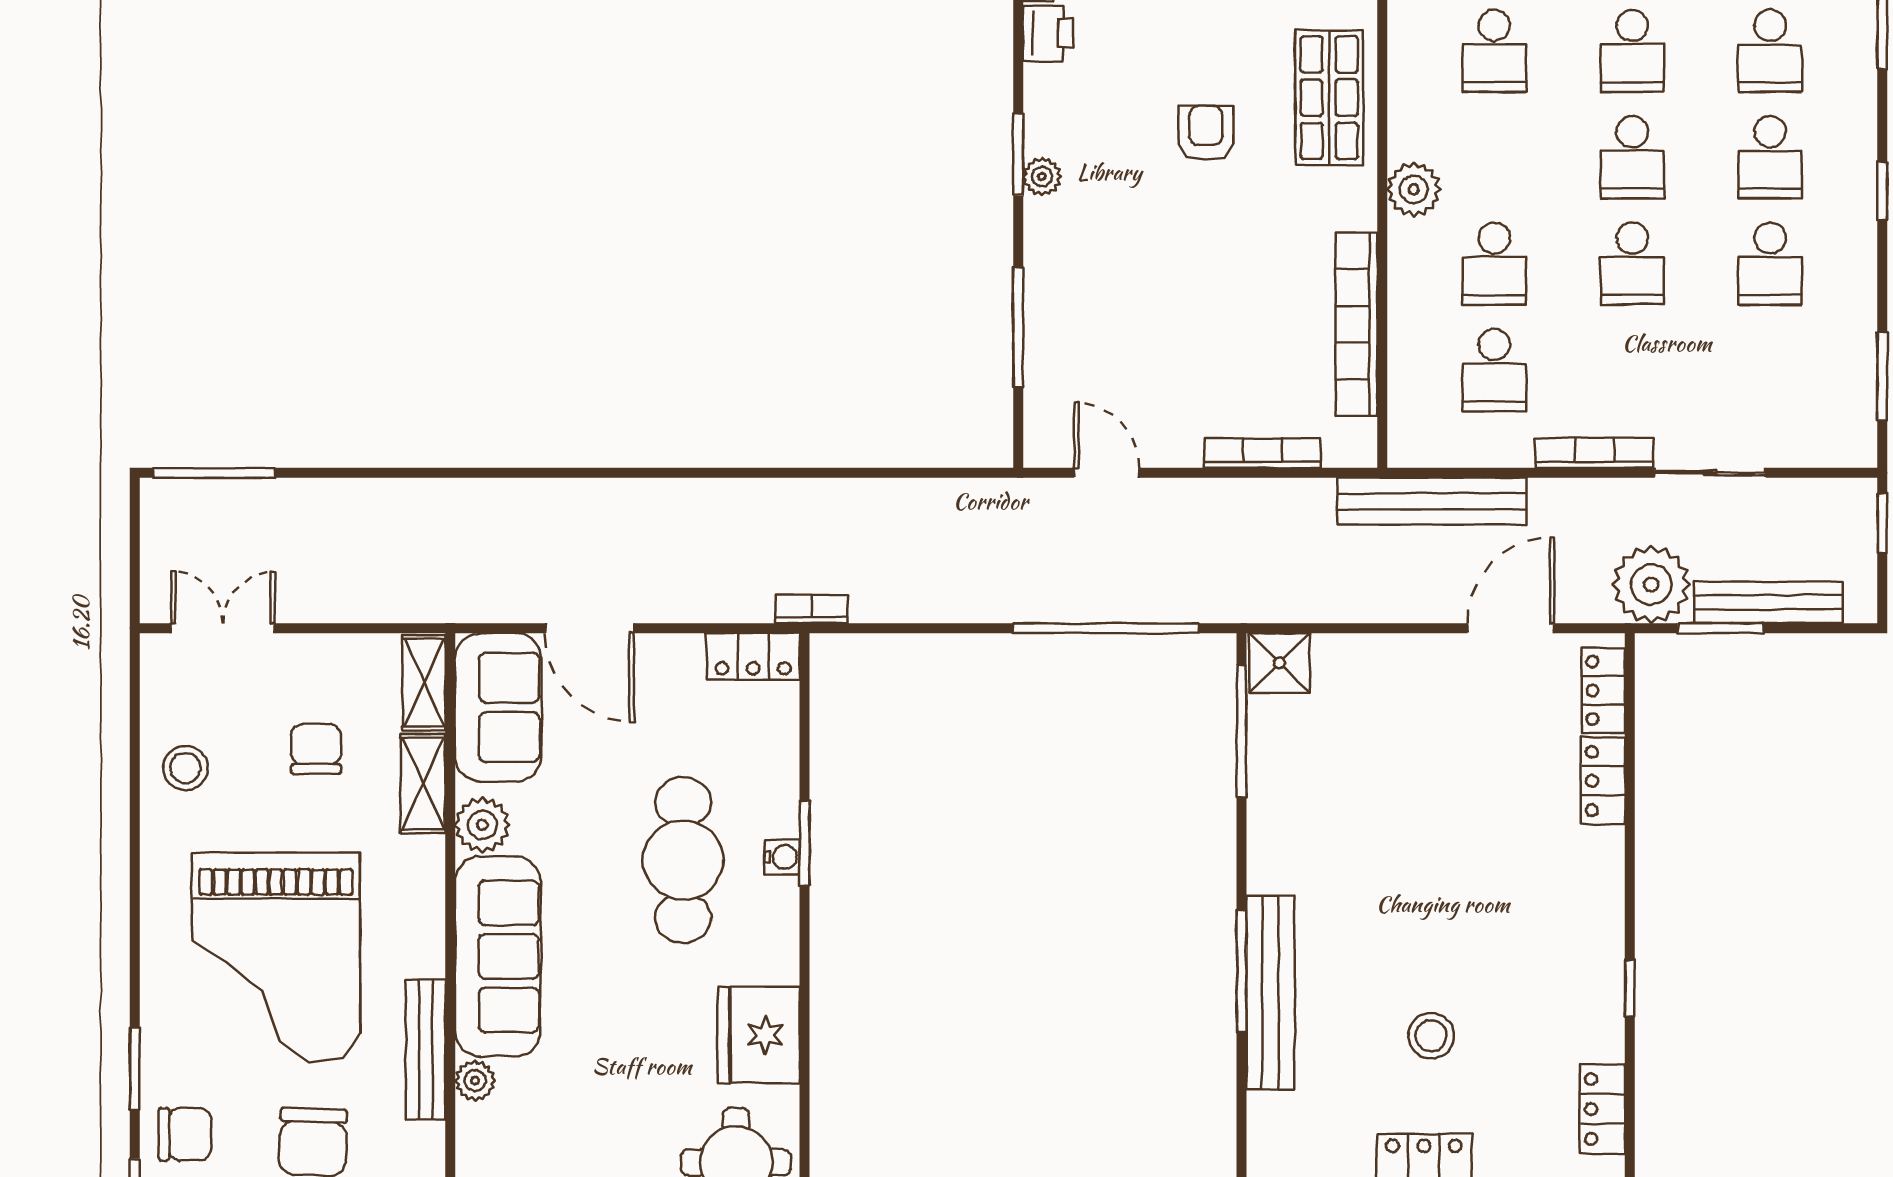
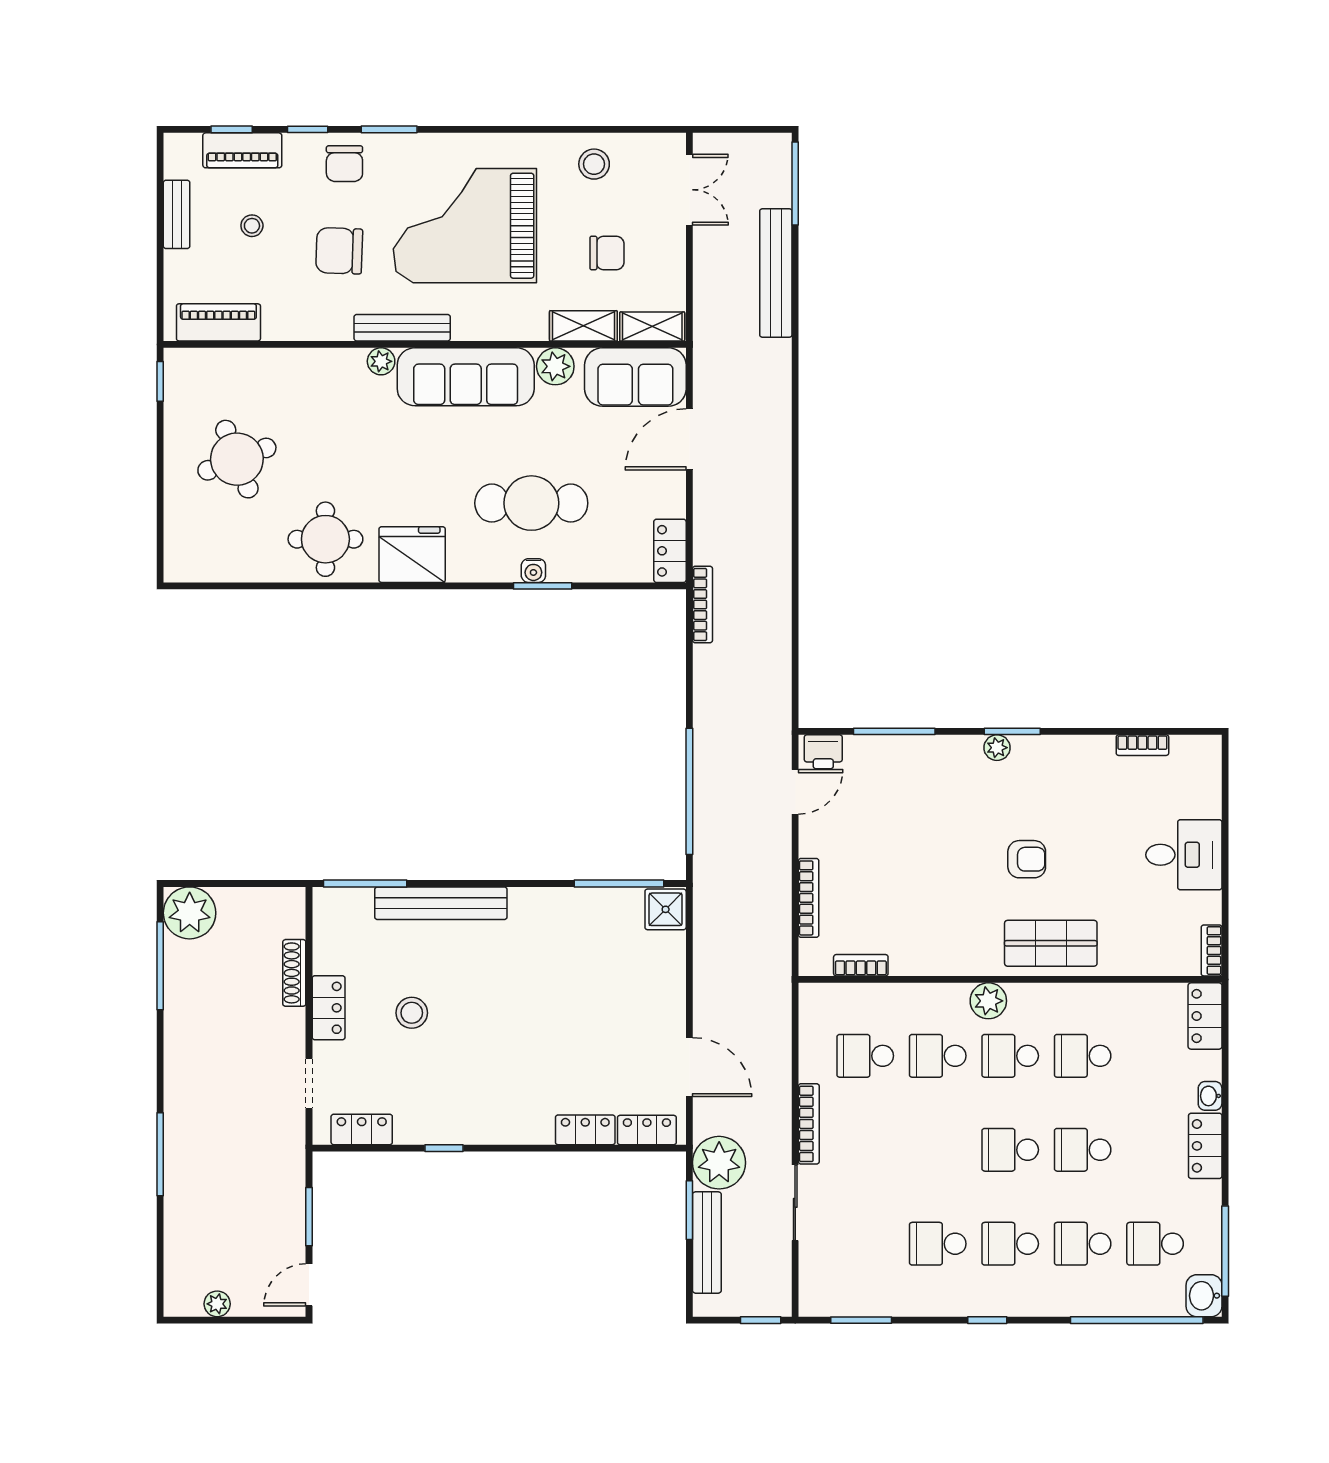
printer: (1048, 33) -> (823, 752), moved
school desk: (1632, 264) -> (1010, 1056), moved
bookcase: (1356, 324) -> (861, 965), width x0.43, depth x0.76
bench: (1432, 501) -> (776, 273), moved
bookcase: (812, 609) -> (702, 605), width x1.56
window: (1241, 971) -> (365, 884), moved

